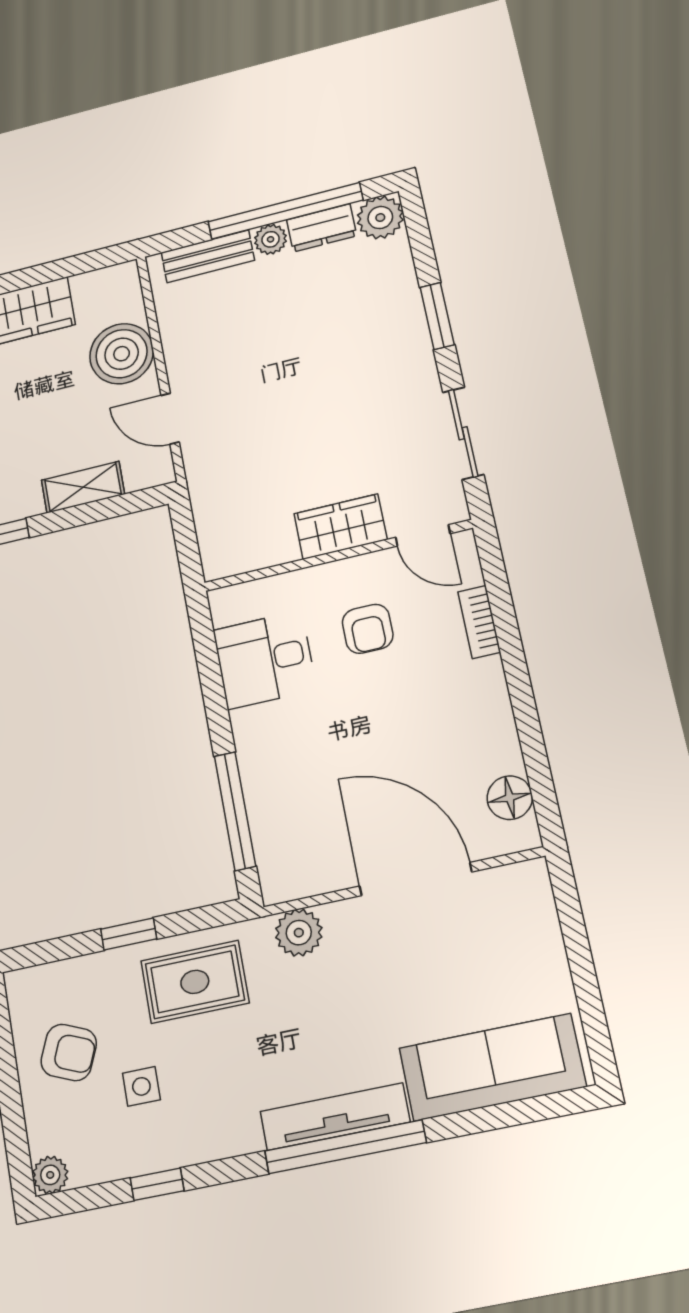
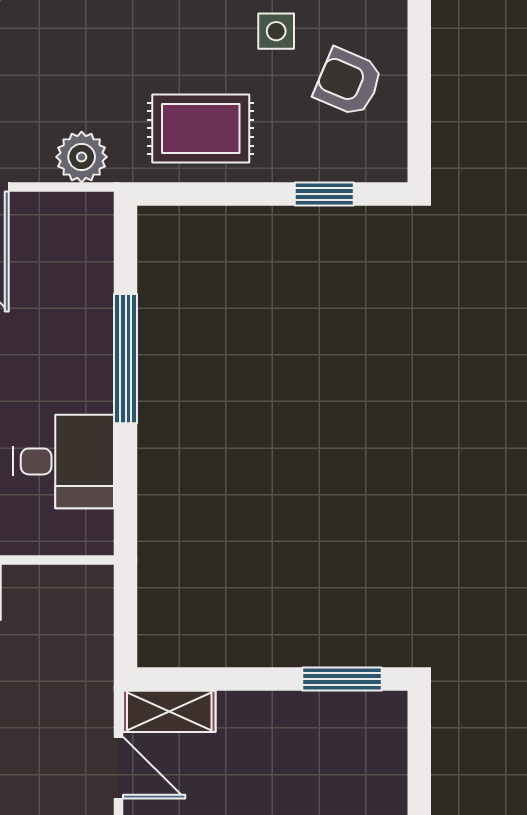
shelving: (83, 487) -> (169, 711), moved
window: (235, 811) -> (126, 359), moved
window: (129, 934) -> (324, 194), moved

